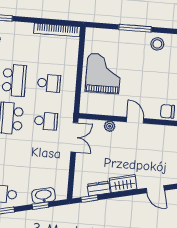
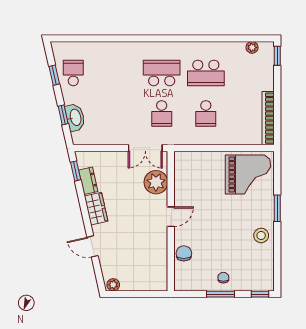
window: (135, 28) -> (277, 208), width x0.69
grand piano: (103, 73) -> (248, 174), moved
plant: (110, 126) -> (156, 182), width x1.88, depth x1.88
door: (155, 189) -> (93, 246), hinge flipped

